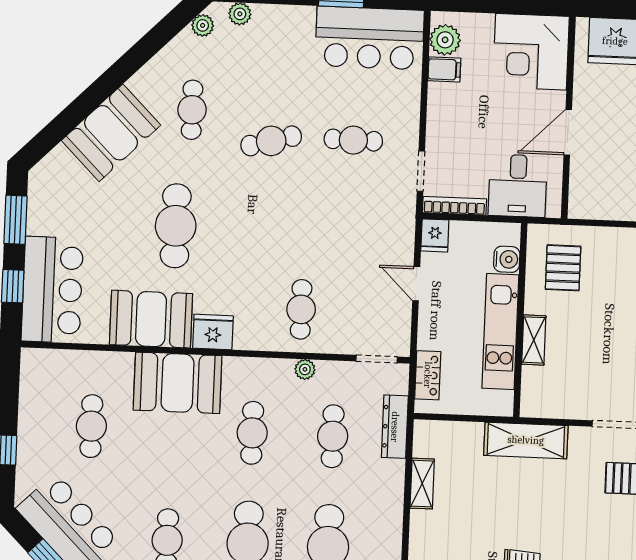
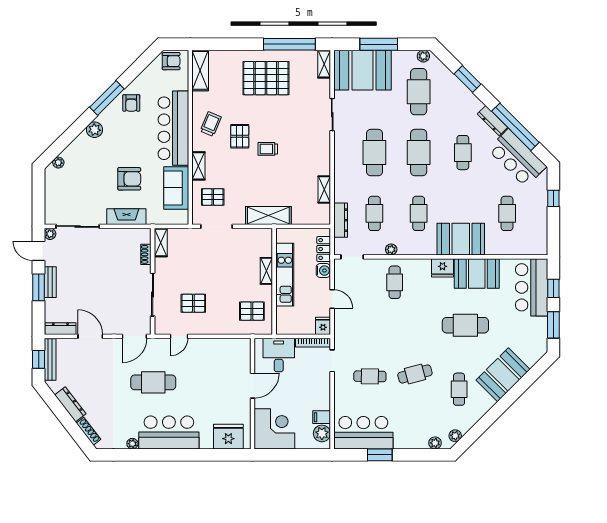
cafe table: (176, 226) -> (465, 325), turned 90
water cooler: (507, 259) -> (323, 271), moved, turned 180
pallet: (563, 268) -> (252, 311), turned 90

